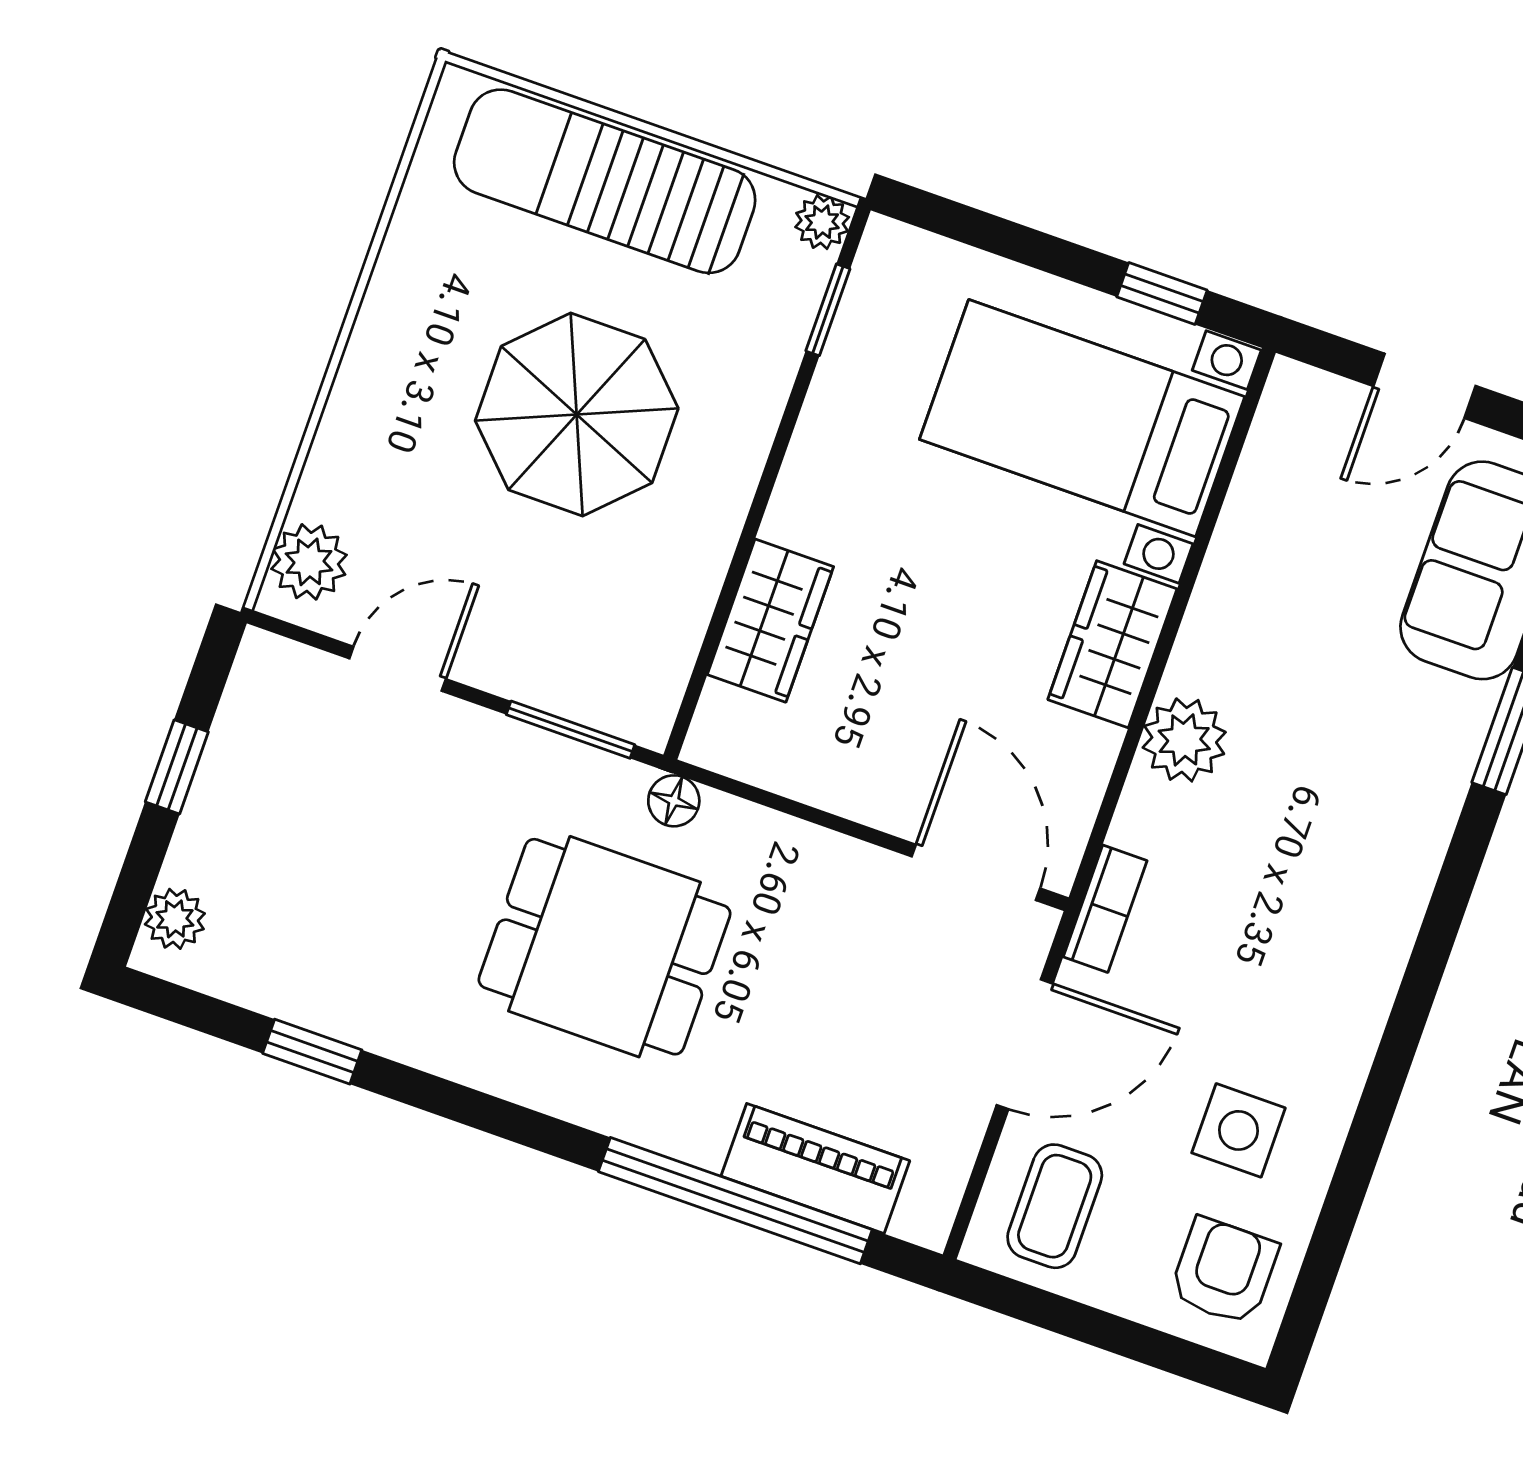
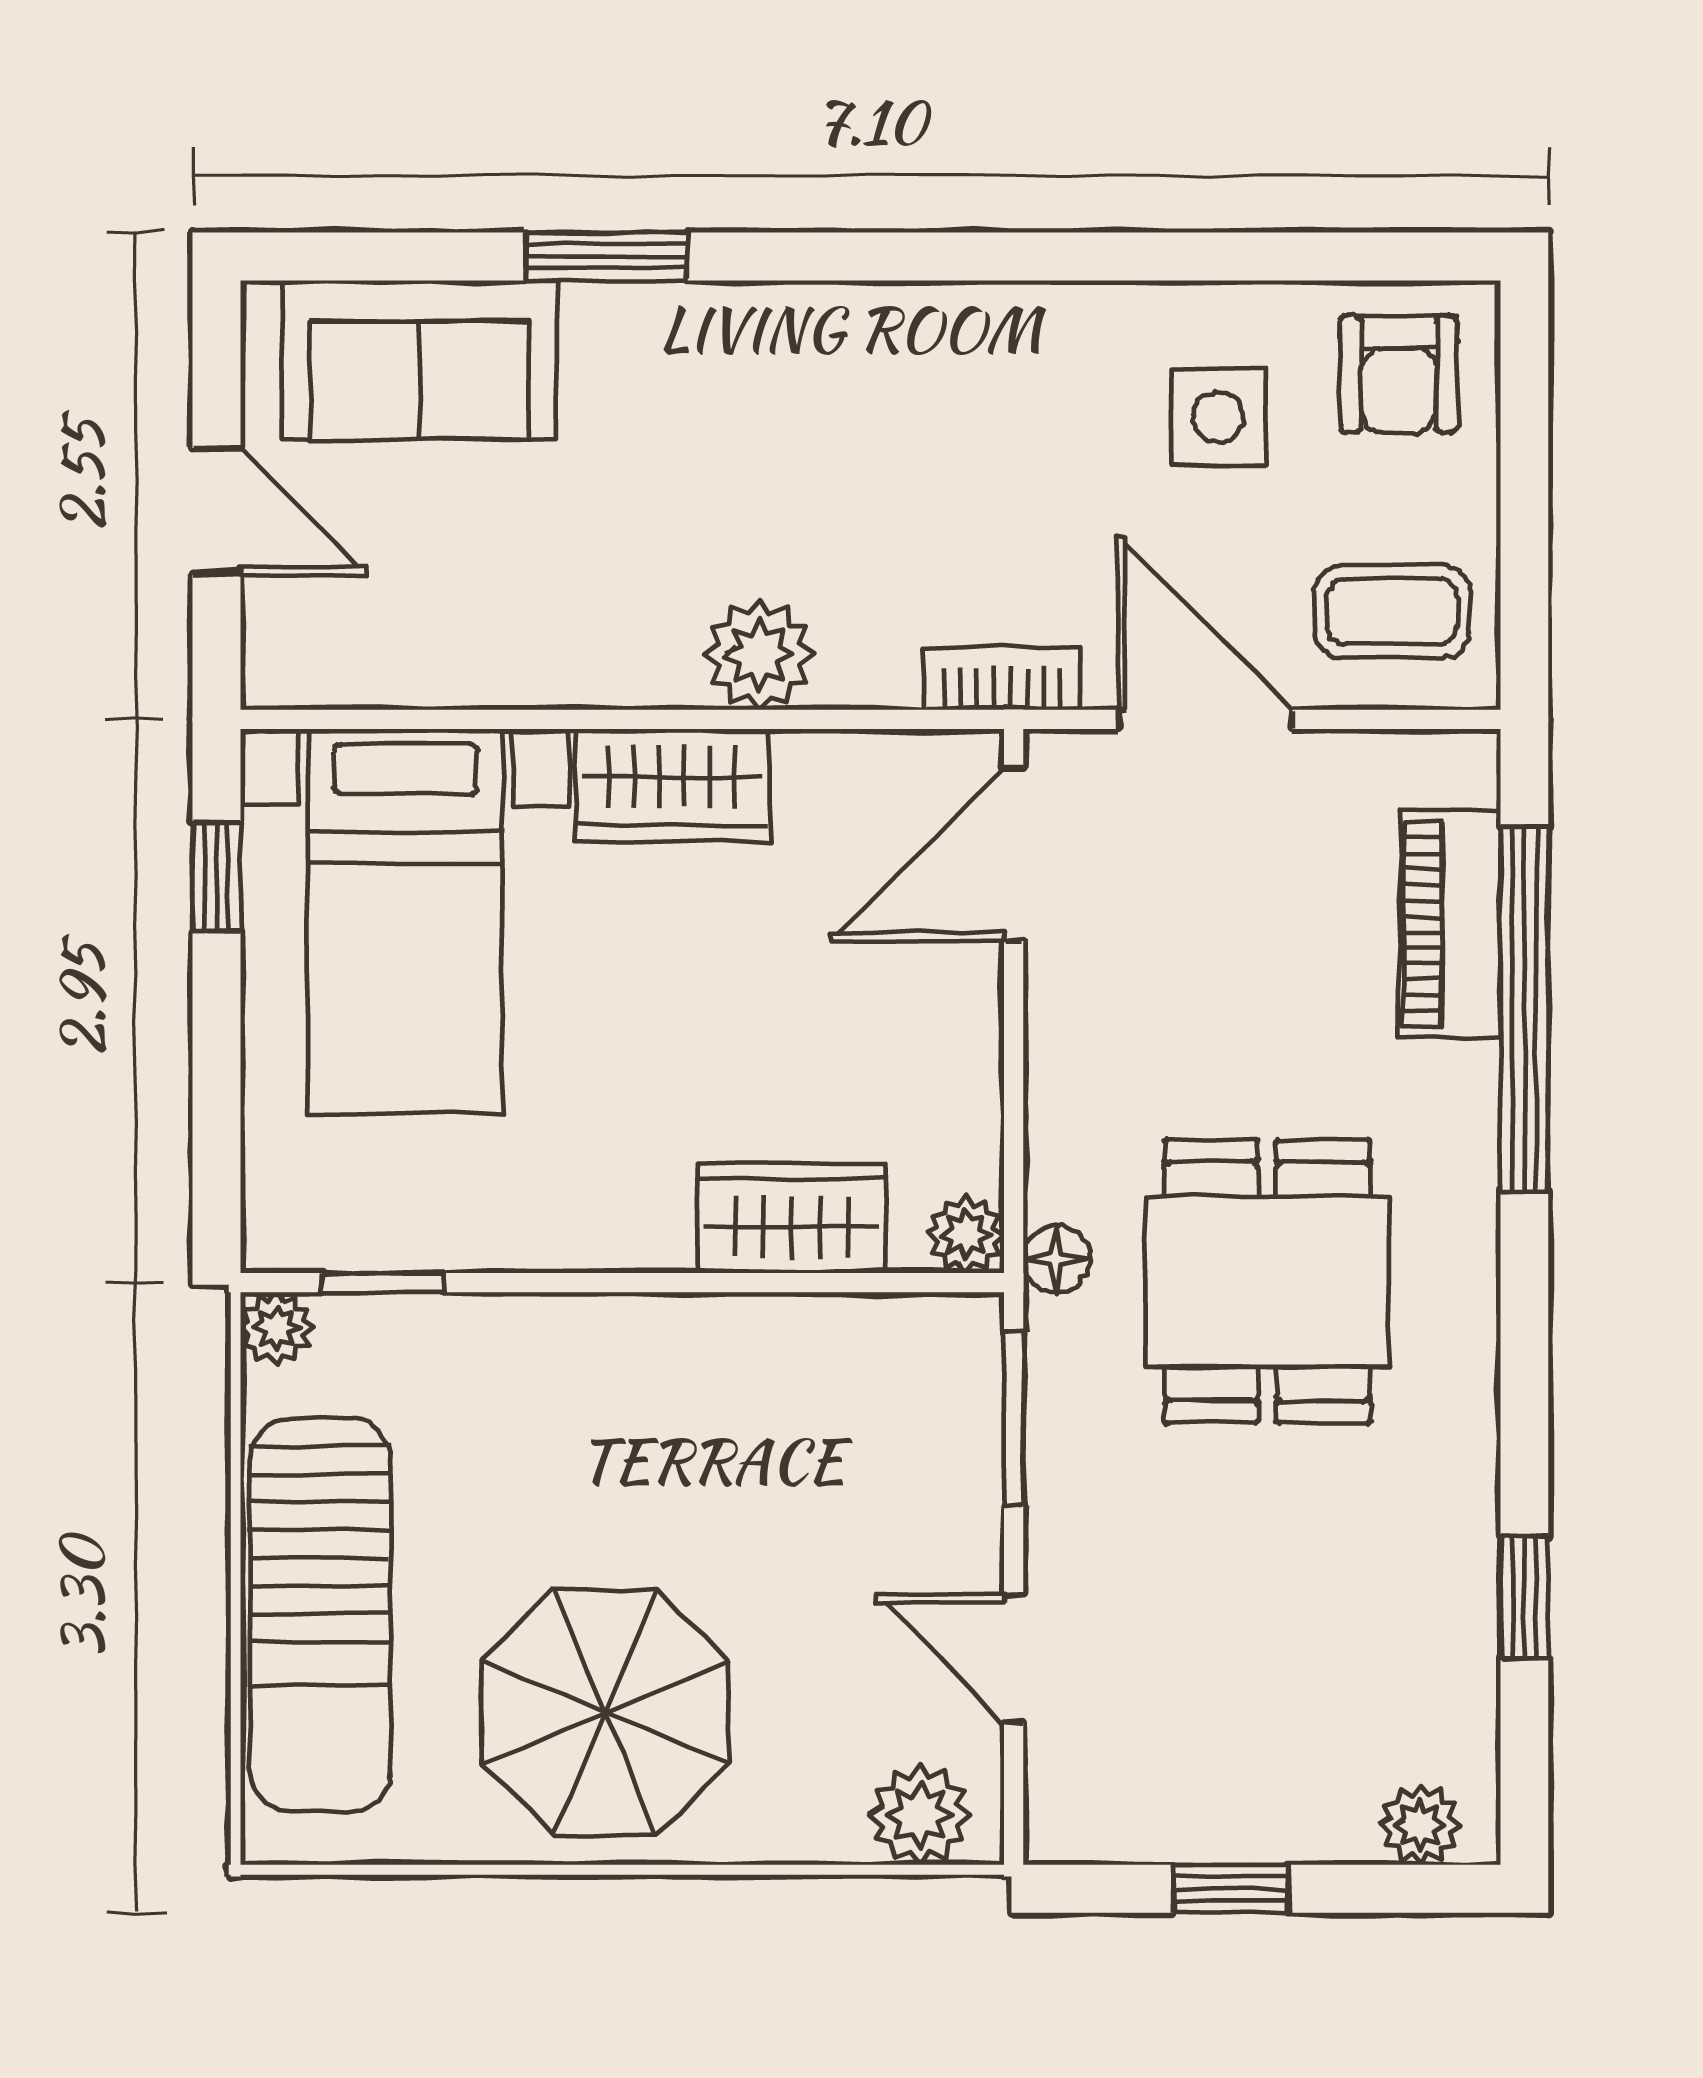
parasol: (577, 414) -> (605, 1713), moved
plant: (715, 742) -> (966, 1235), added
armchair: (1224, 1271) -> (1399, 374), turned -90

